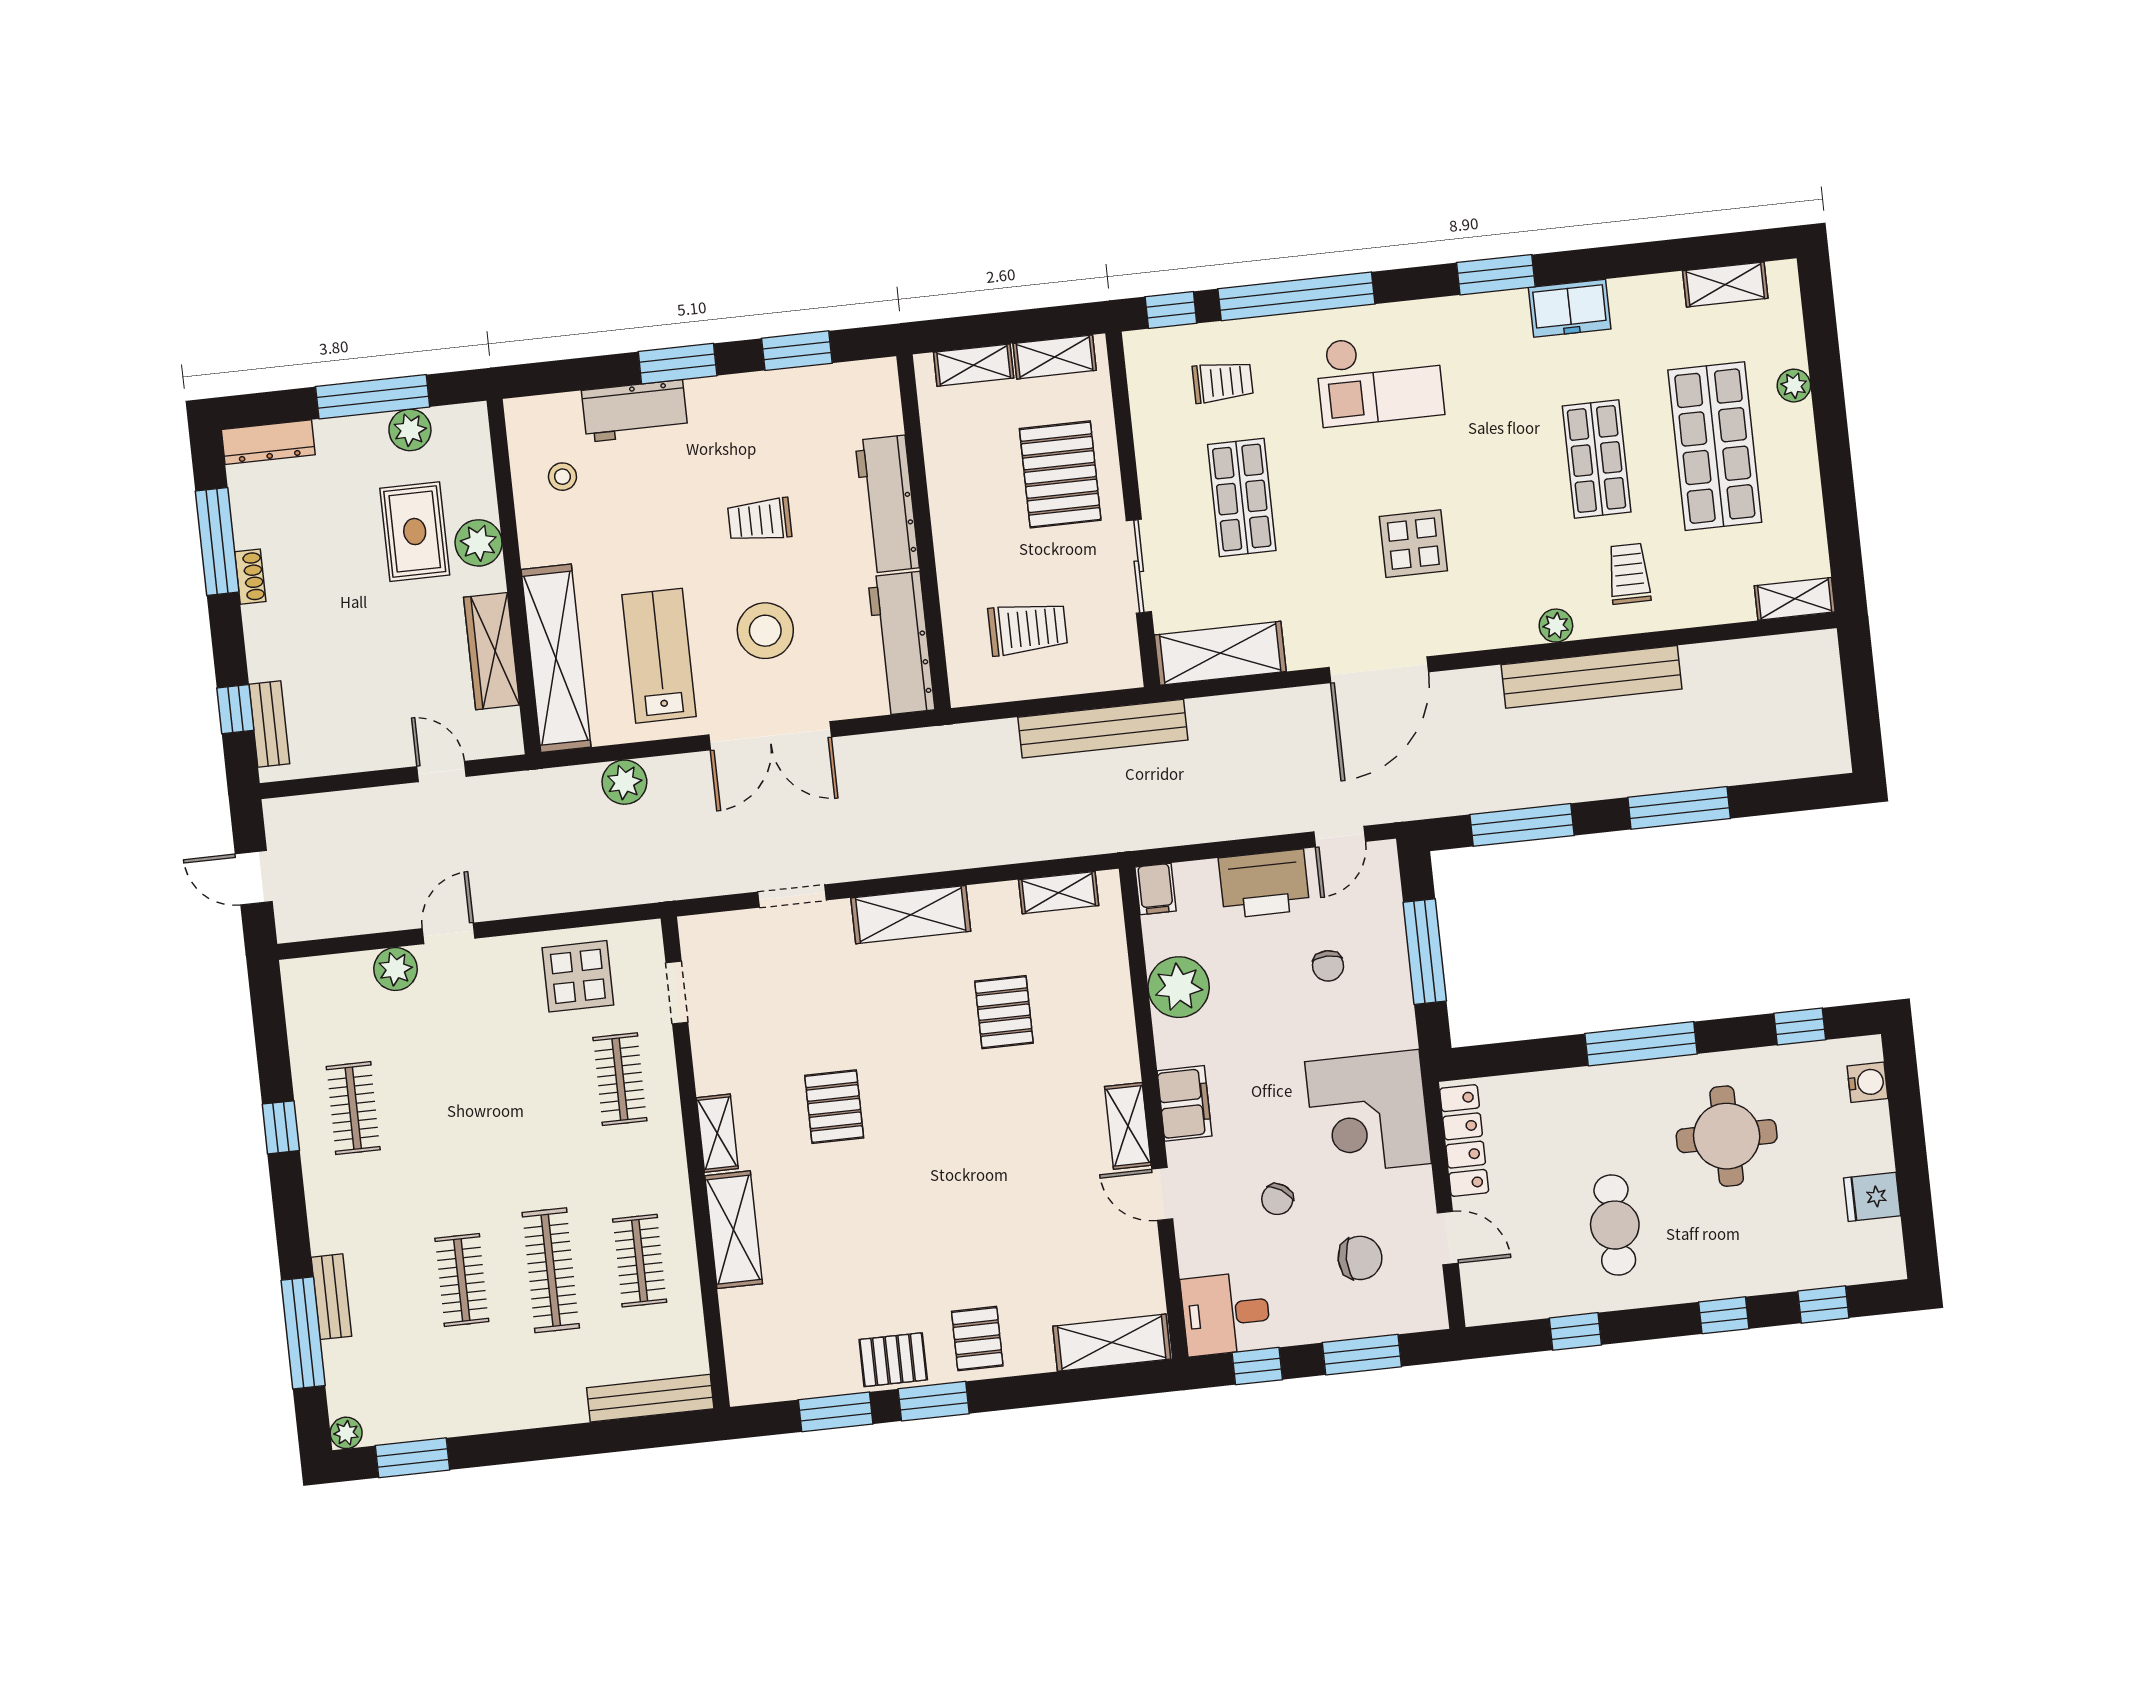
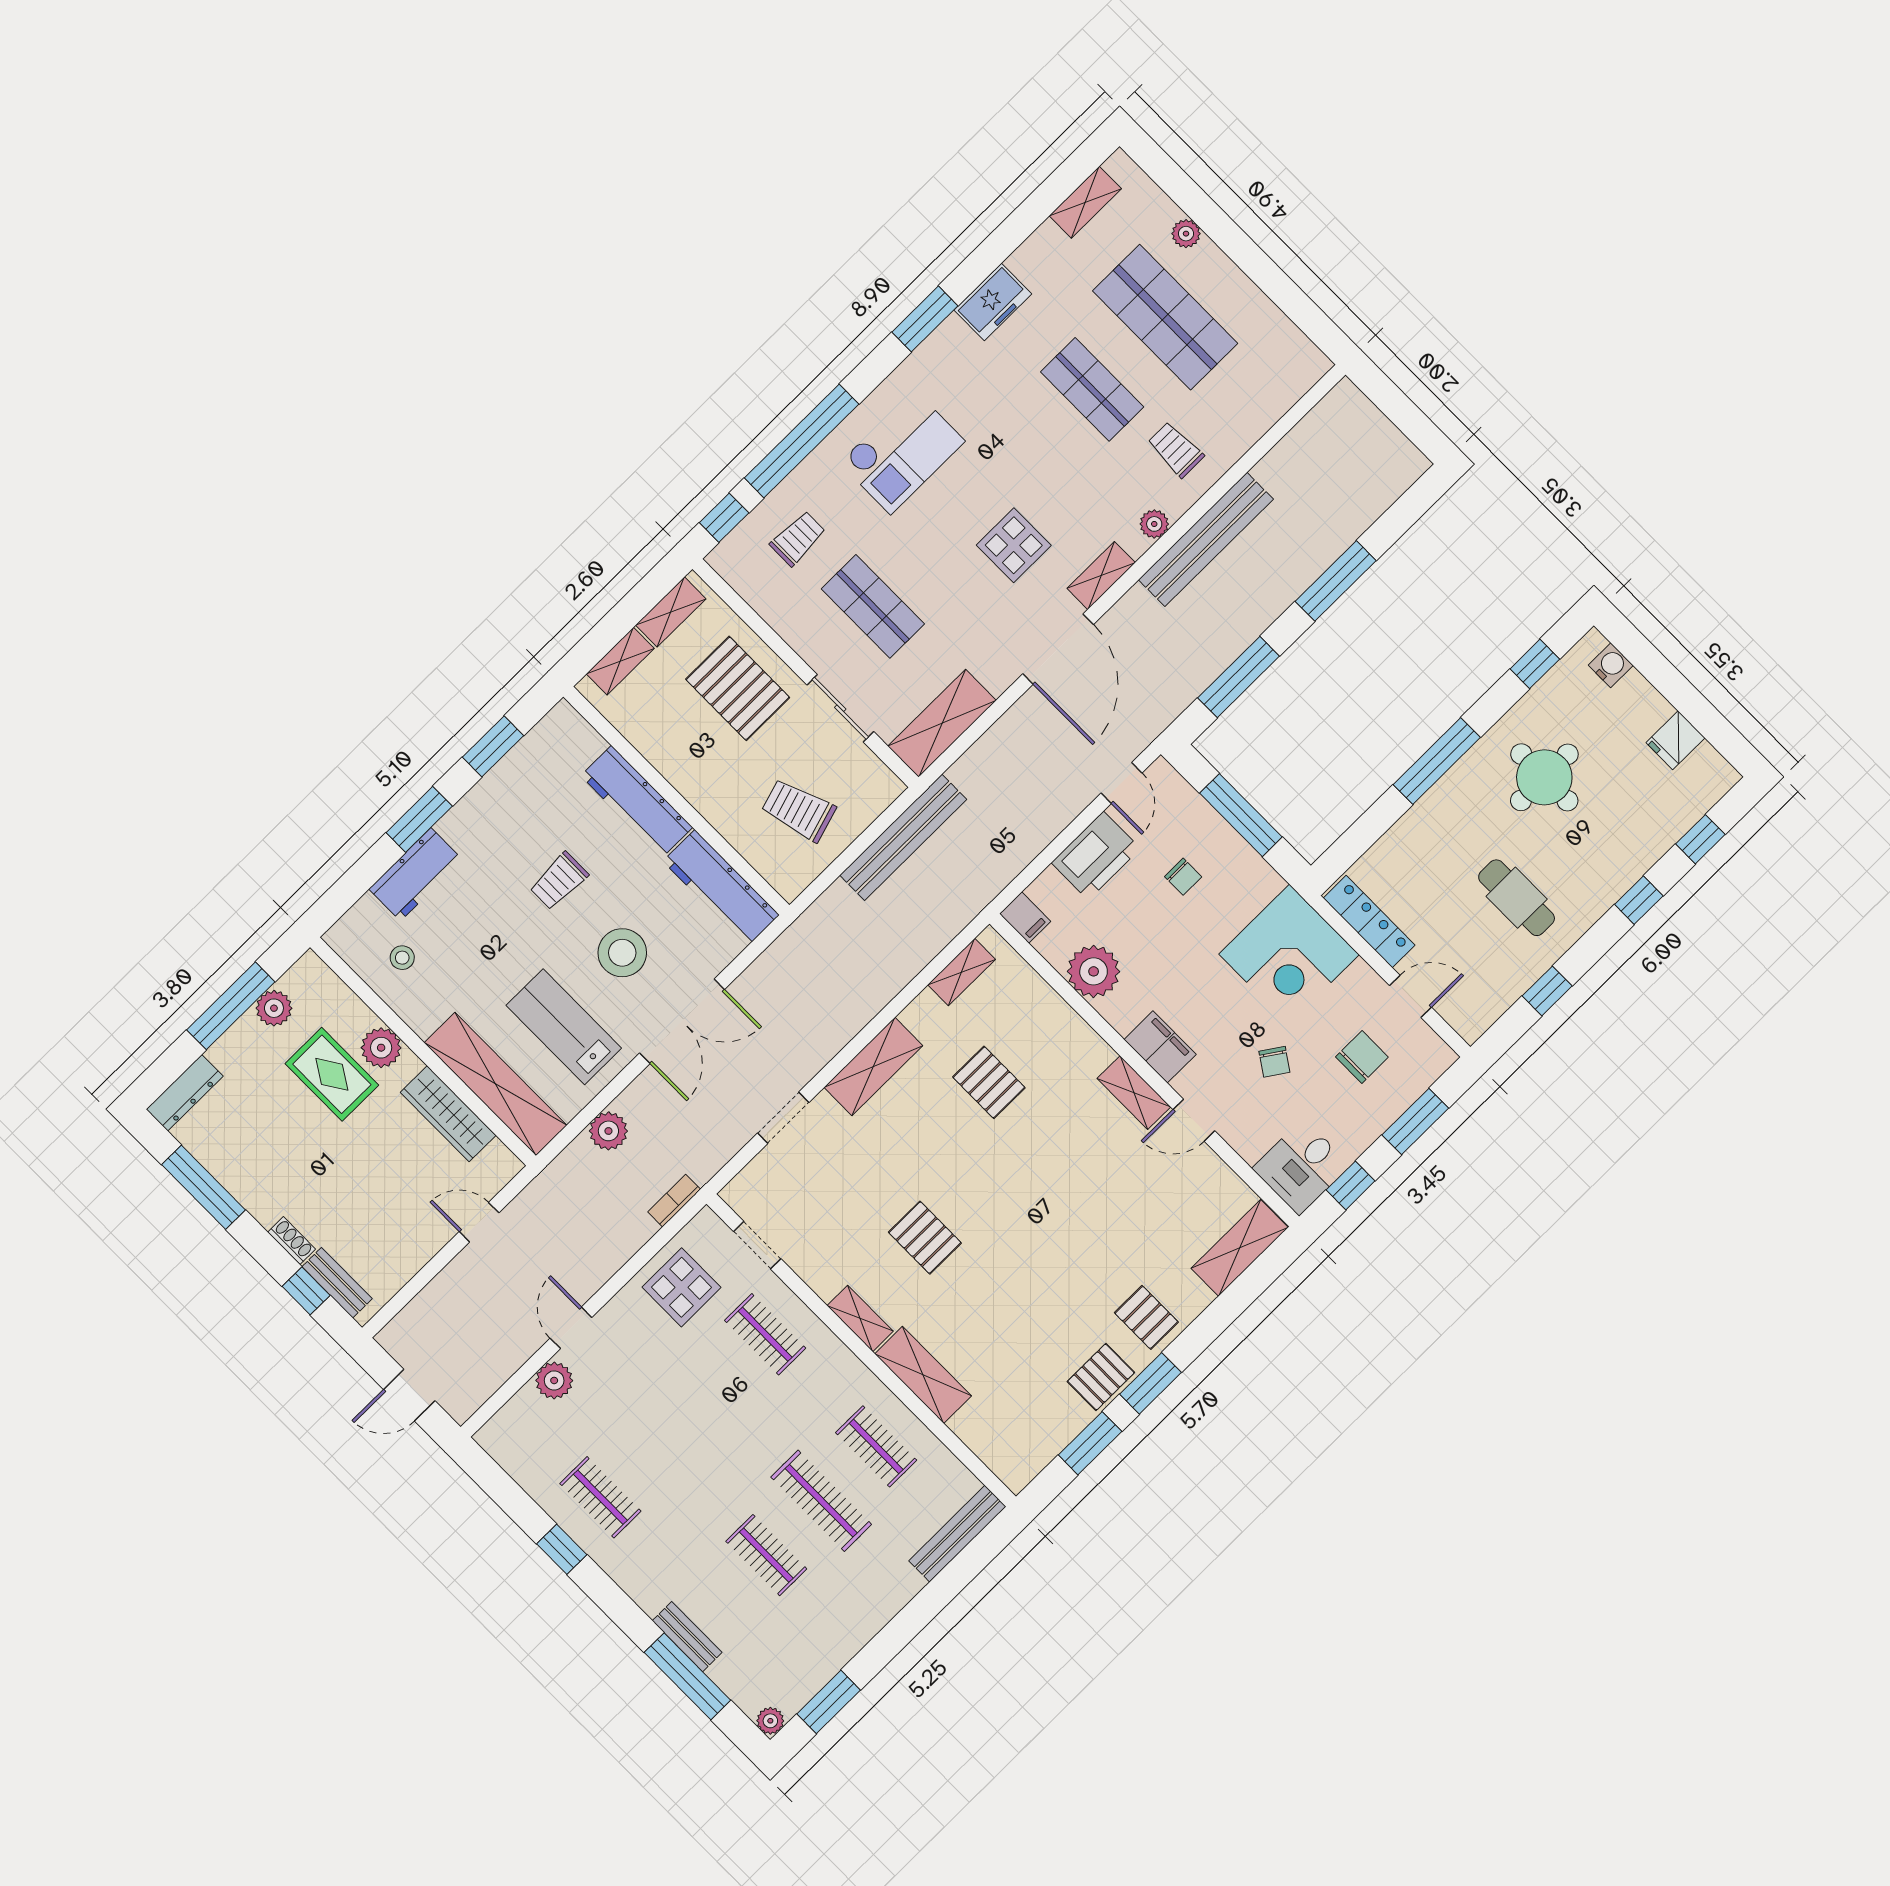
shoe rack: (250, 577) -> (292, 1241), moved
shelving: (1795, 599) -> (1101, 576), moved
trolley: (1028, 628) -> (799, 810), turned -107
bookcase: (634, 893) -> (674, 1201), added

